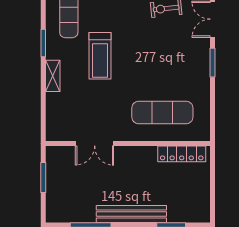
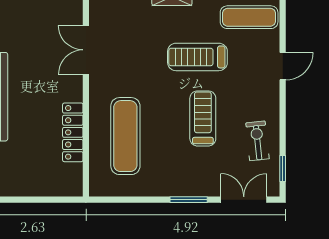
treadmill: (149, 51) -> (203, 118), added
locker: (182, 154) -> (73, 132), moved

